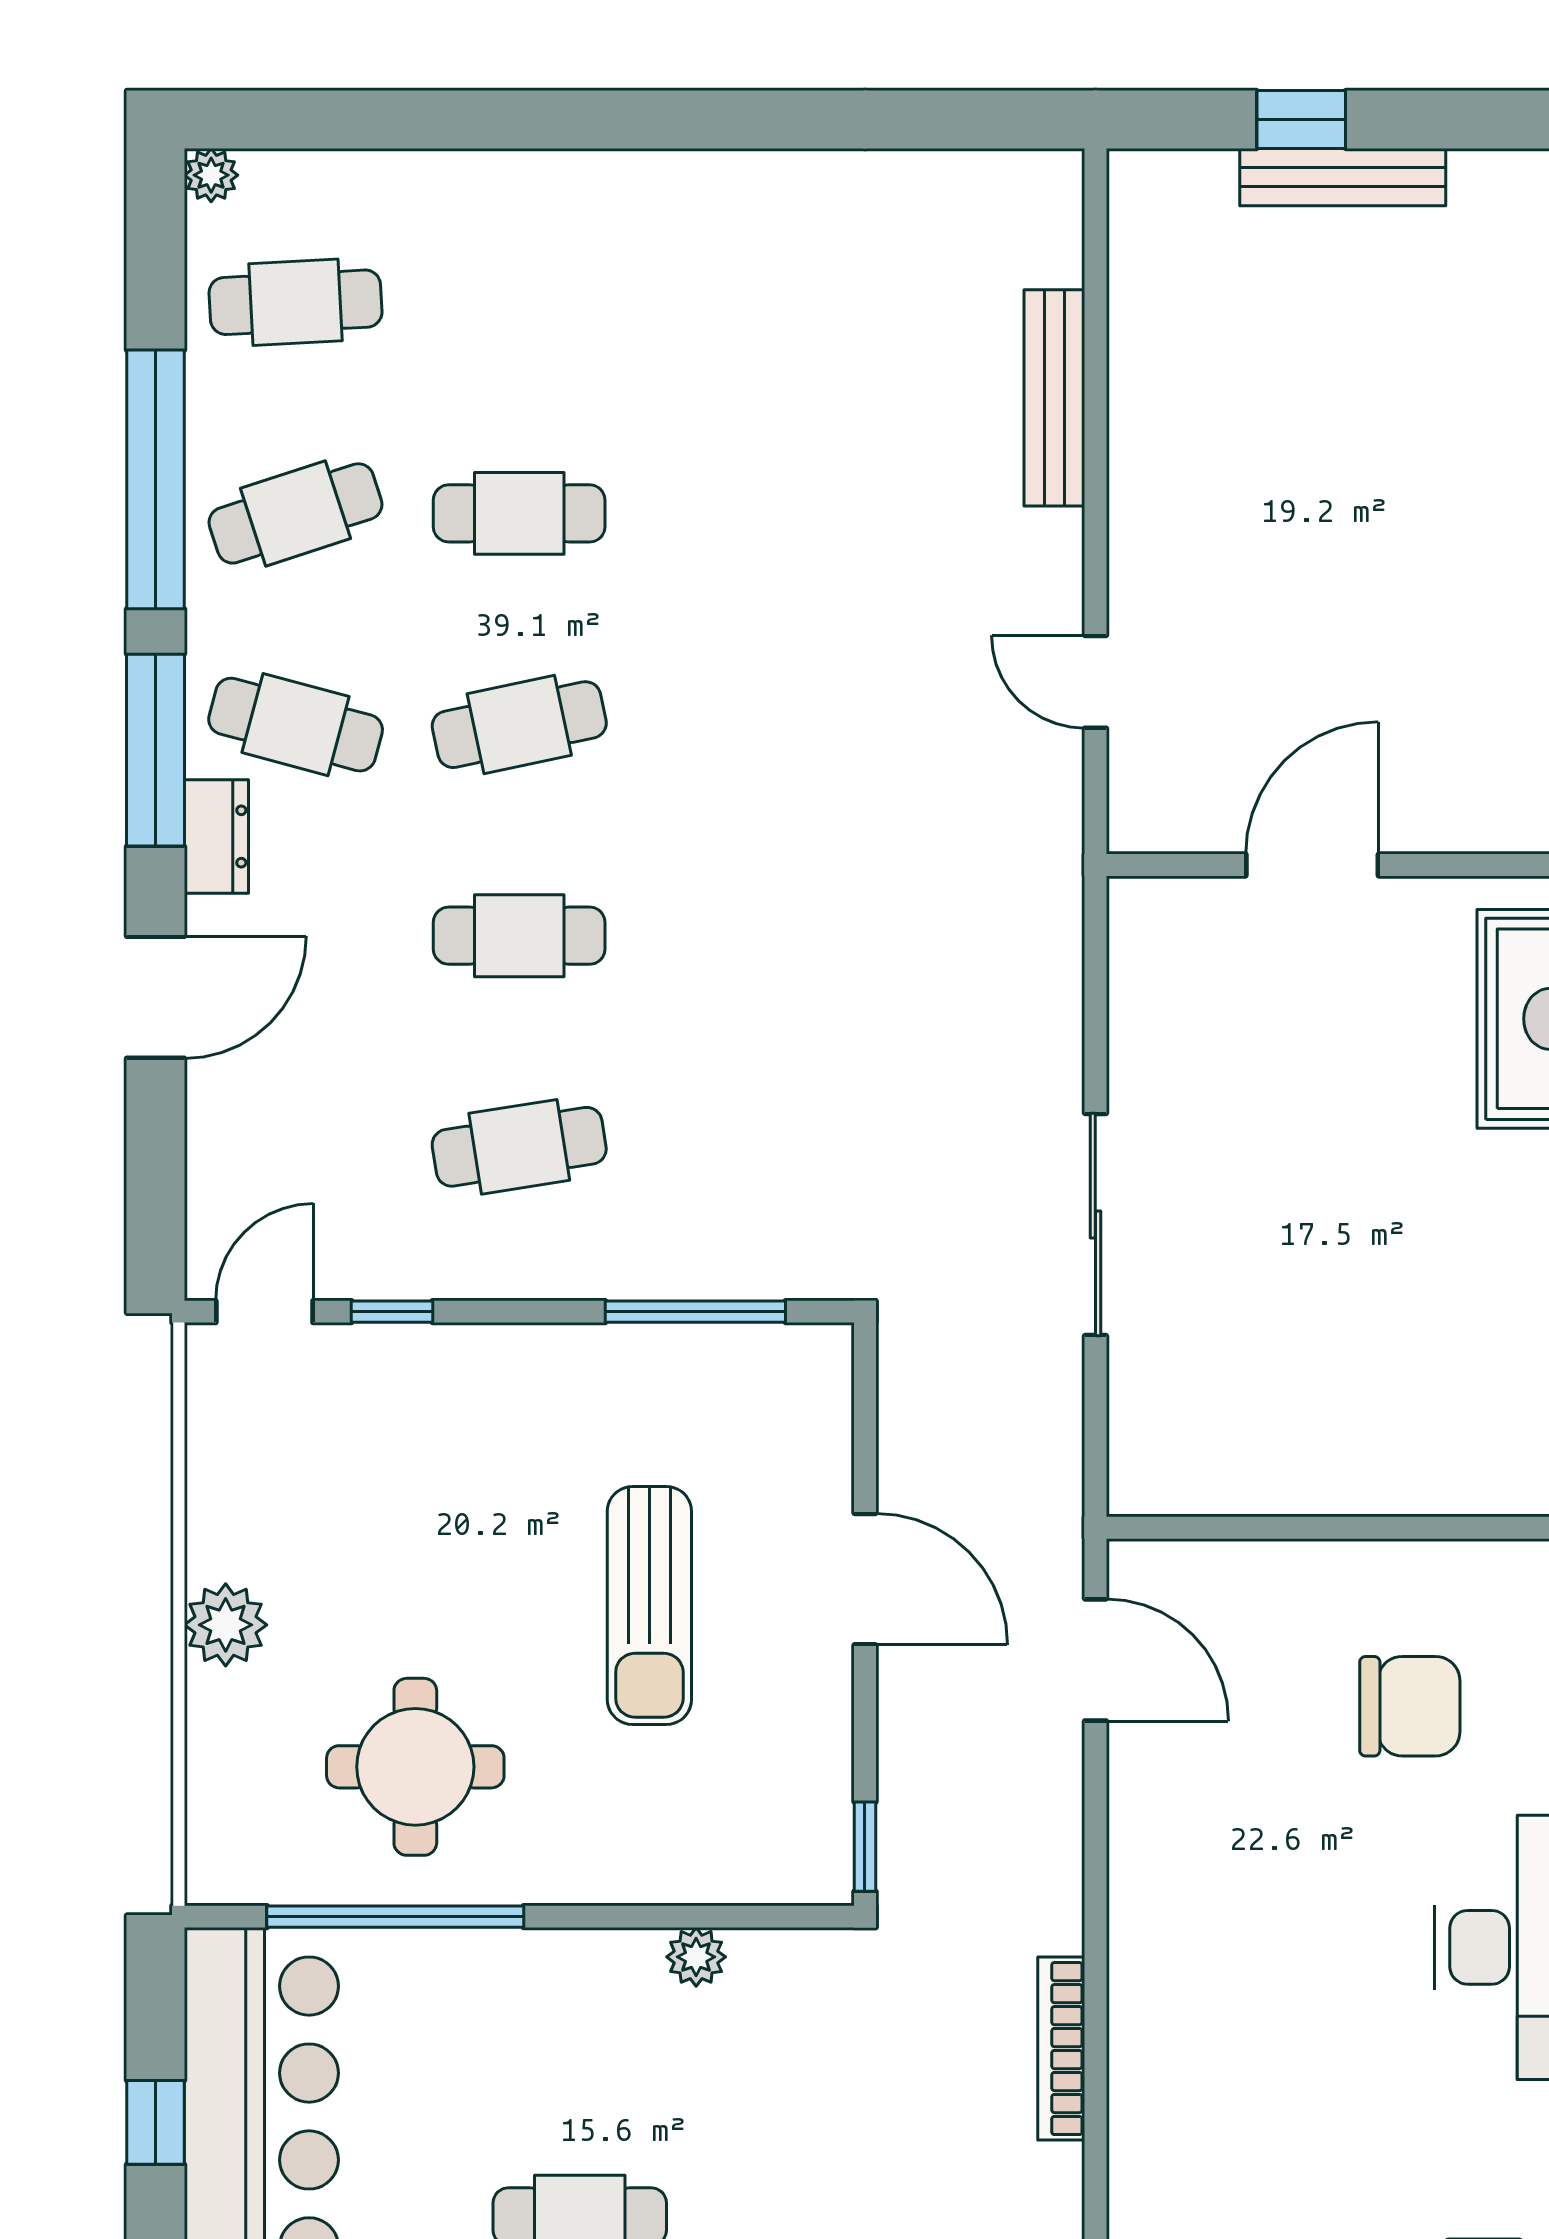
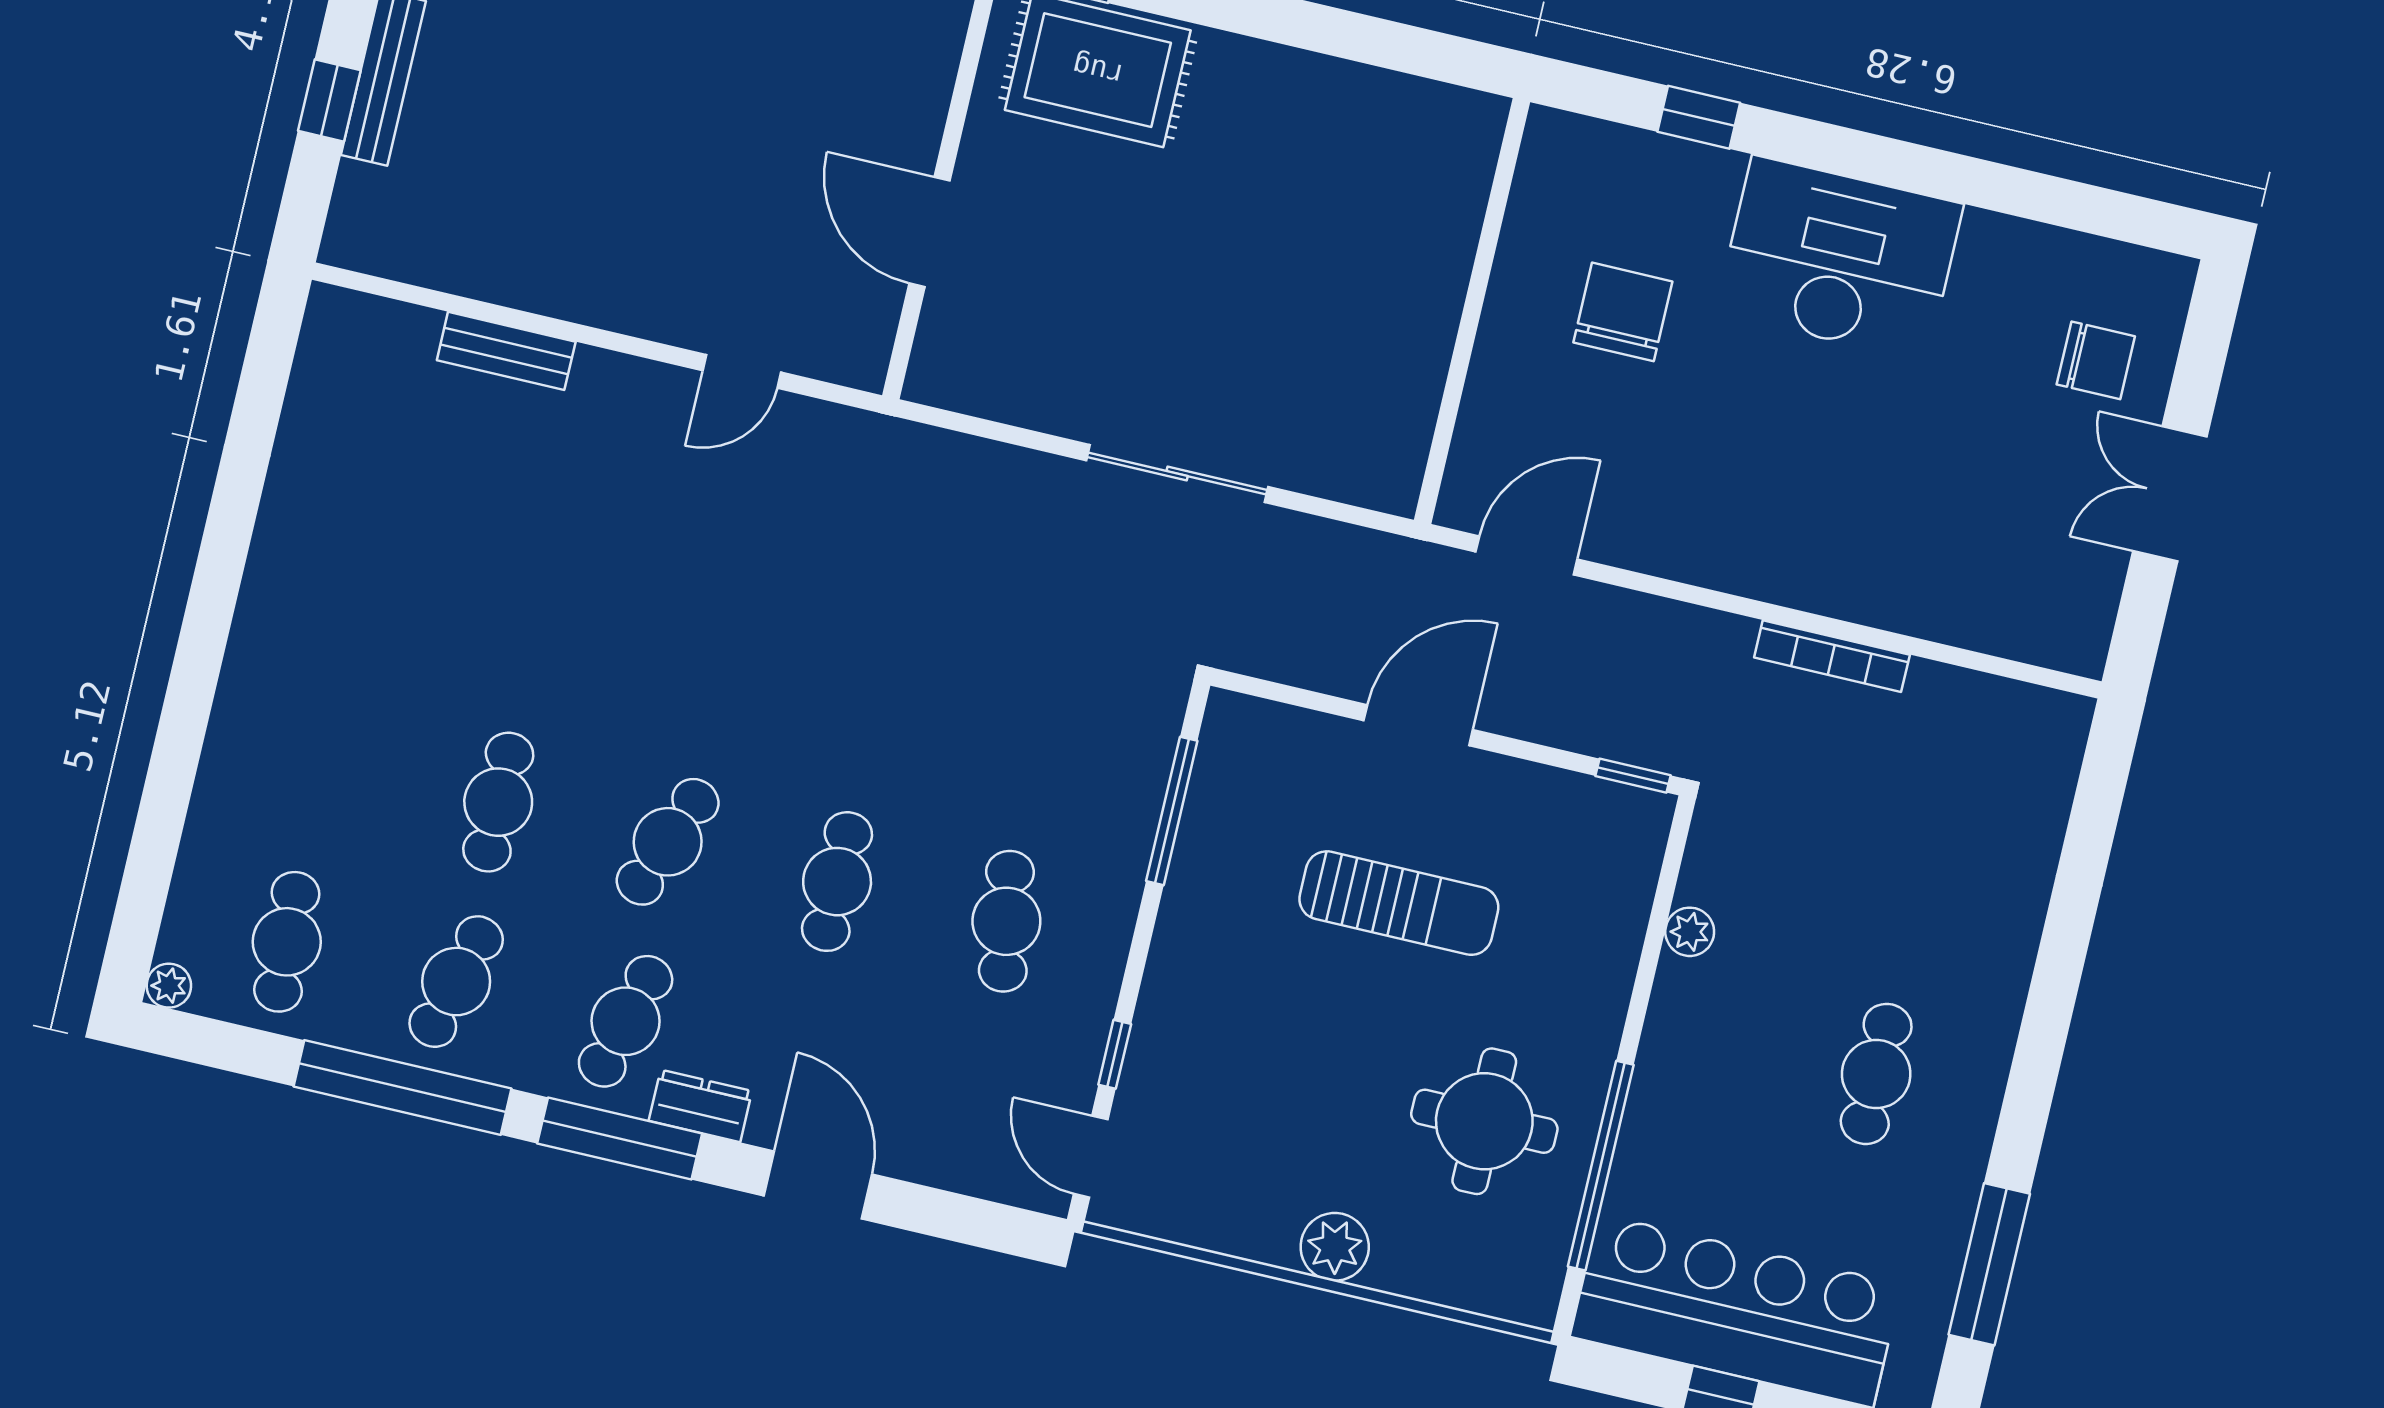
bench: (1054, 398) -> (506, 351), width x0.73
cafe table: (296, 513) -> (456, 982), turned 33
cafe table: (519, 725) -> (668, 842), turned 33

